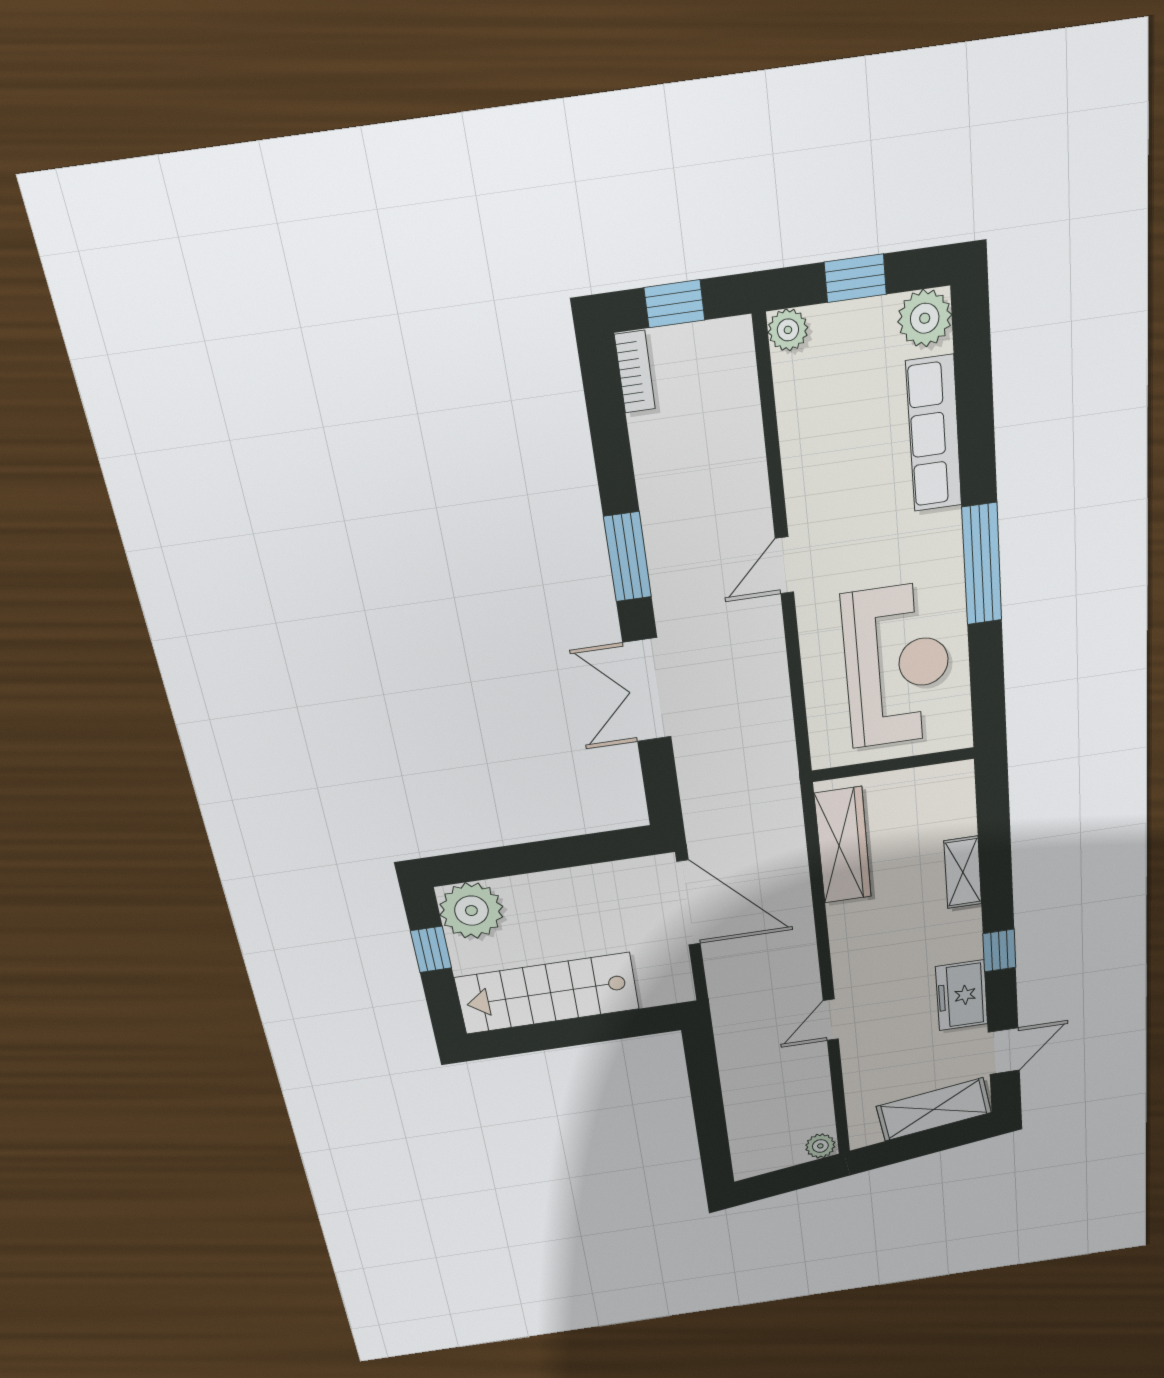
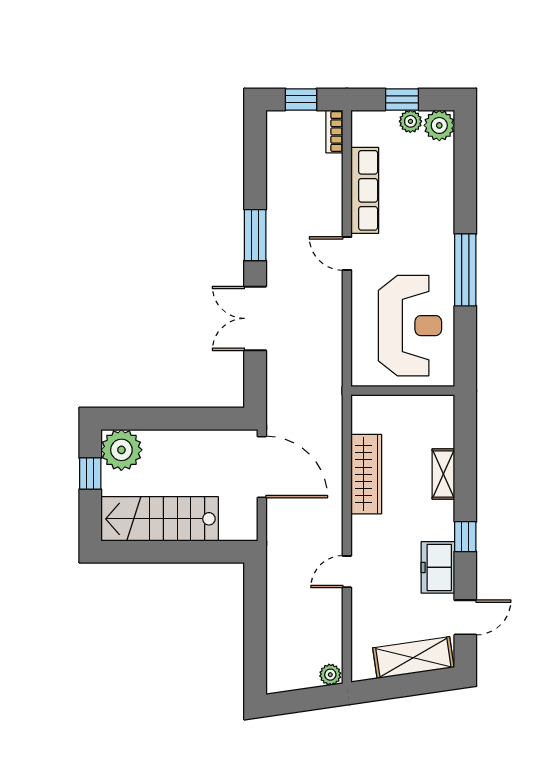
plant: (788, 330) -> (410, 121), moved
bookcase: (635, 372) -> (334, 131), moved, turned 180
row of seats: (934, 434) -> (365, 190), moved, turned 180
door: (784, 565) -> (347, 253), hinge flipped
wardrobe: (843, 845) -> (366, 474), moved

